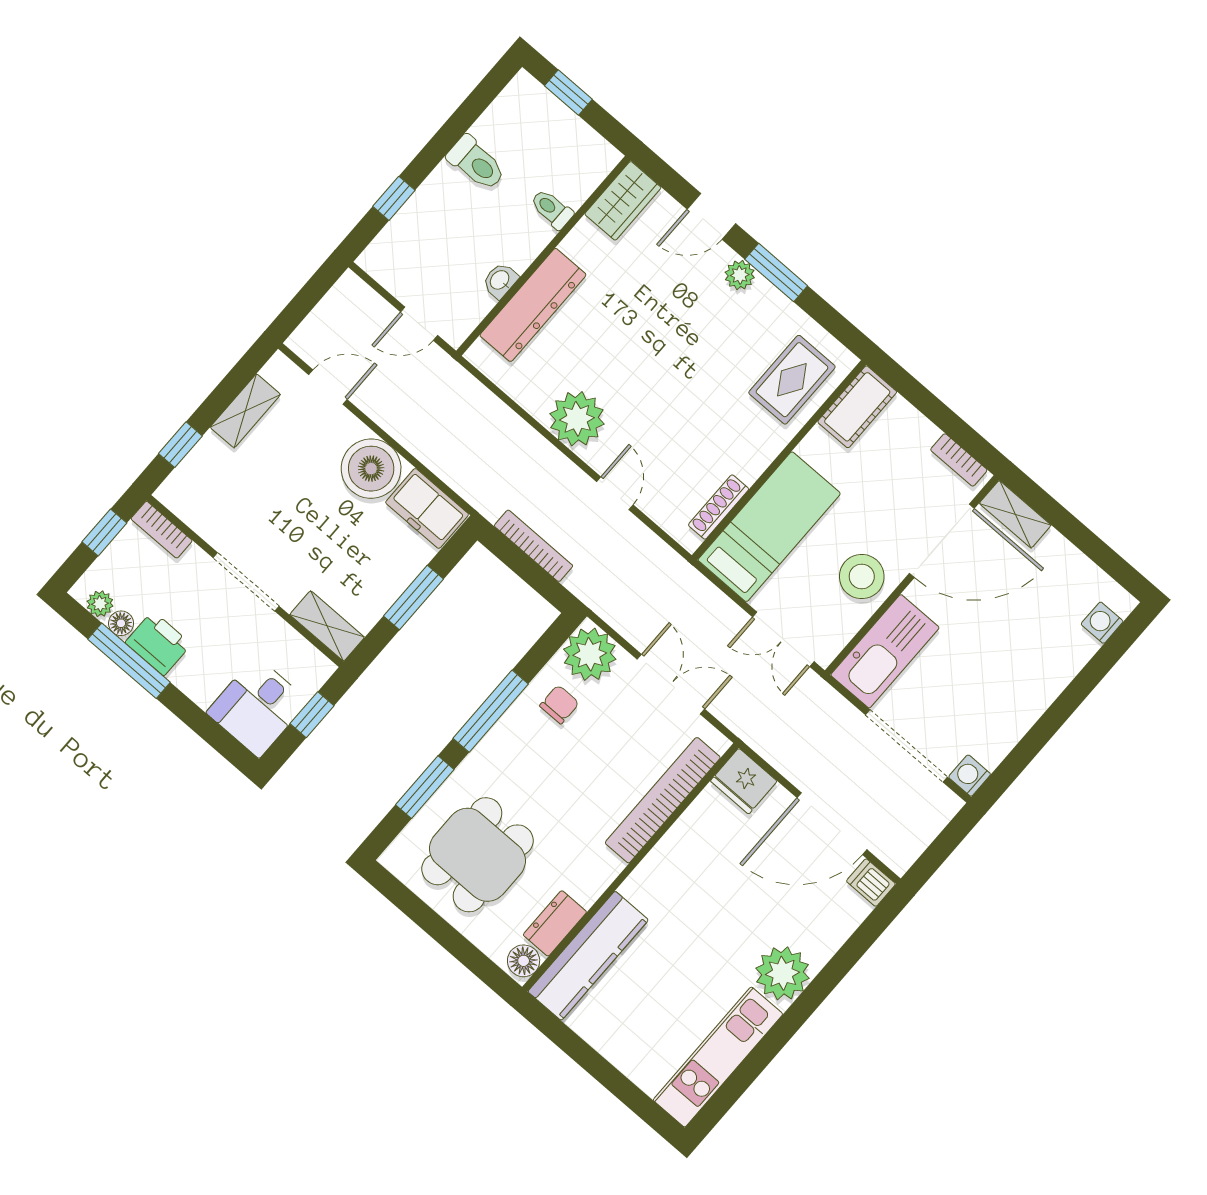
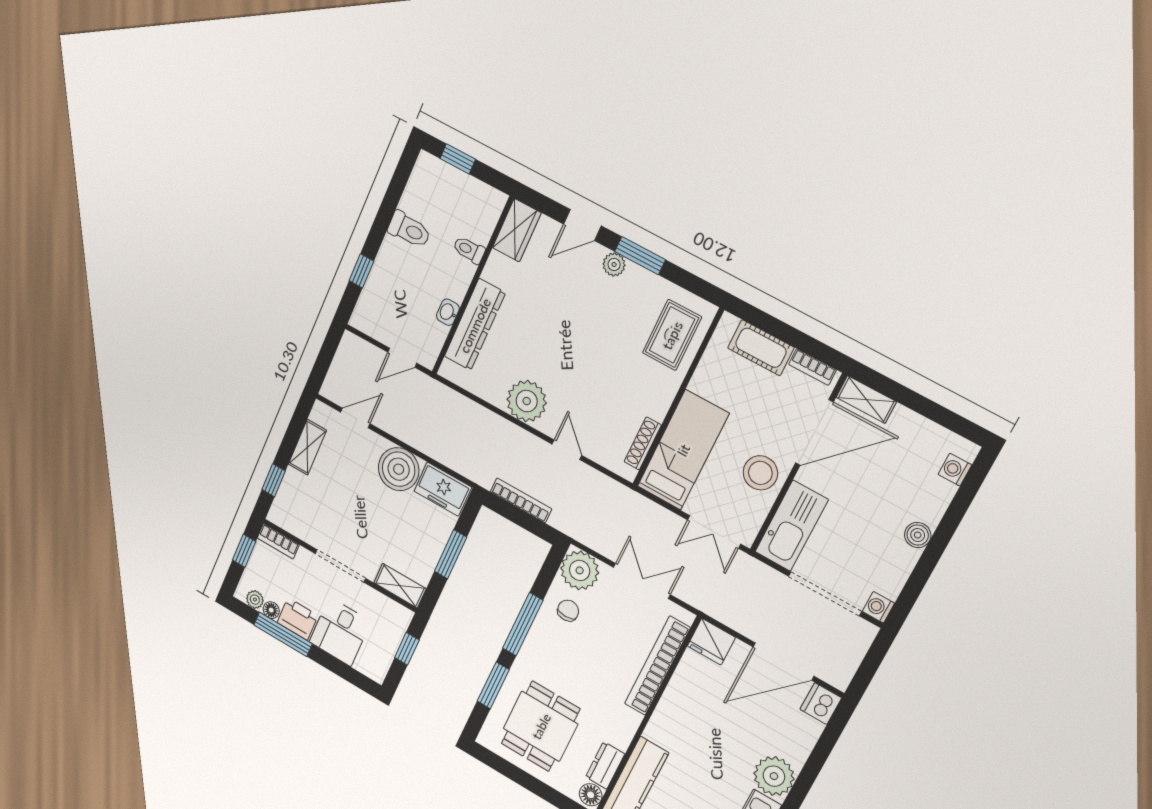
cot: (857, 407) -> (761, 348), moved, turned 90
boiler: (1039, 694) -> (918, 535), added
desk: (257, 707) -> (340, 632), moved
dishwasher: (871, 883) -> (821, 704), width x1.38

